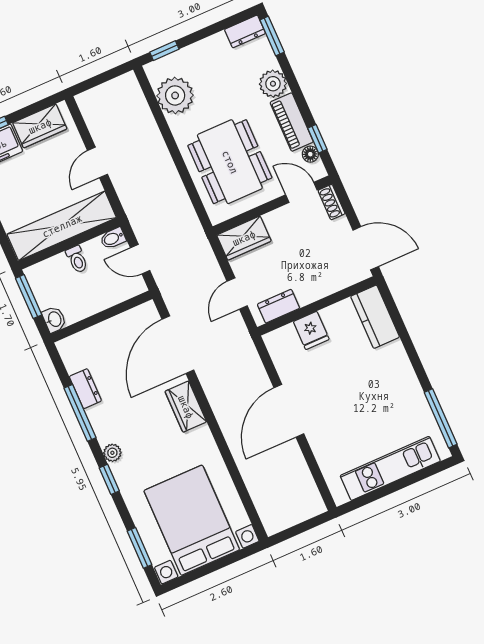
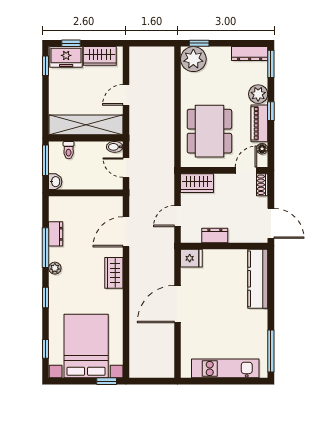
dresser: (245, 31) -> (250, 53), width x1.44
plant: (175, 95) -> (193, 59), moved
window: (317, 139) -> (271, 111), moved
door: (301, 192) -> (246, 170), hinge flipped
toilet: (77, 259) -> (69, 150), moved
dresser: (278, 306) -> (215, 236), moved
kitchen counter: (375, 317) -> (258, 279), width x1.50
fridge: (311, 330) -> (191, 258), moved, turned -90
door: (178, 345) -> (126, 232), width x0.73
plant: (112, 453) -> (55, 268), moved
window: (139, 548) -> (46, 349), width x0.67
window: (240, 555) -> (107, 381), added

